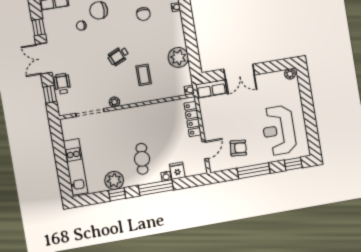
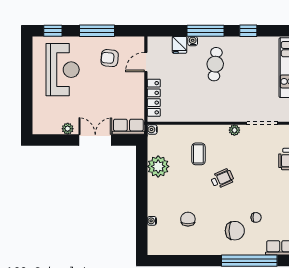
plant: (290, 74) -> (68, 129), moved
plant: (114, 180) -> (249, 46), removed

